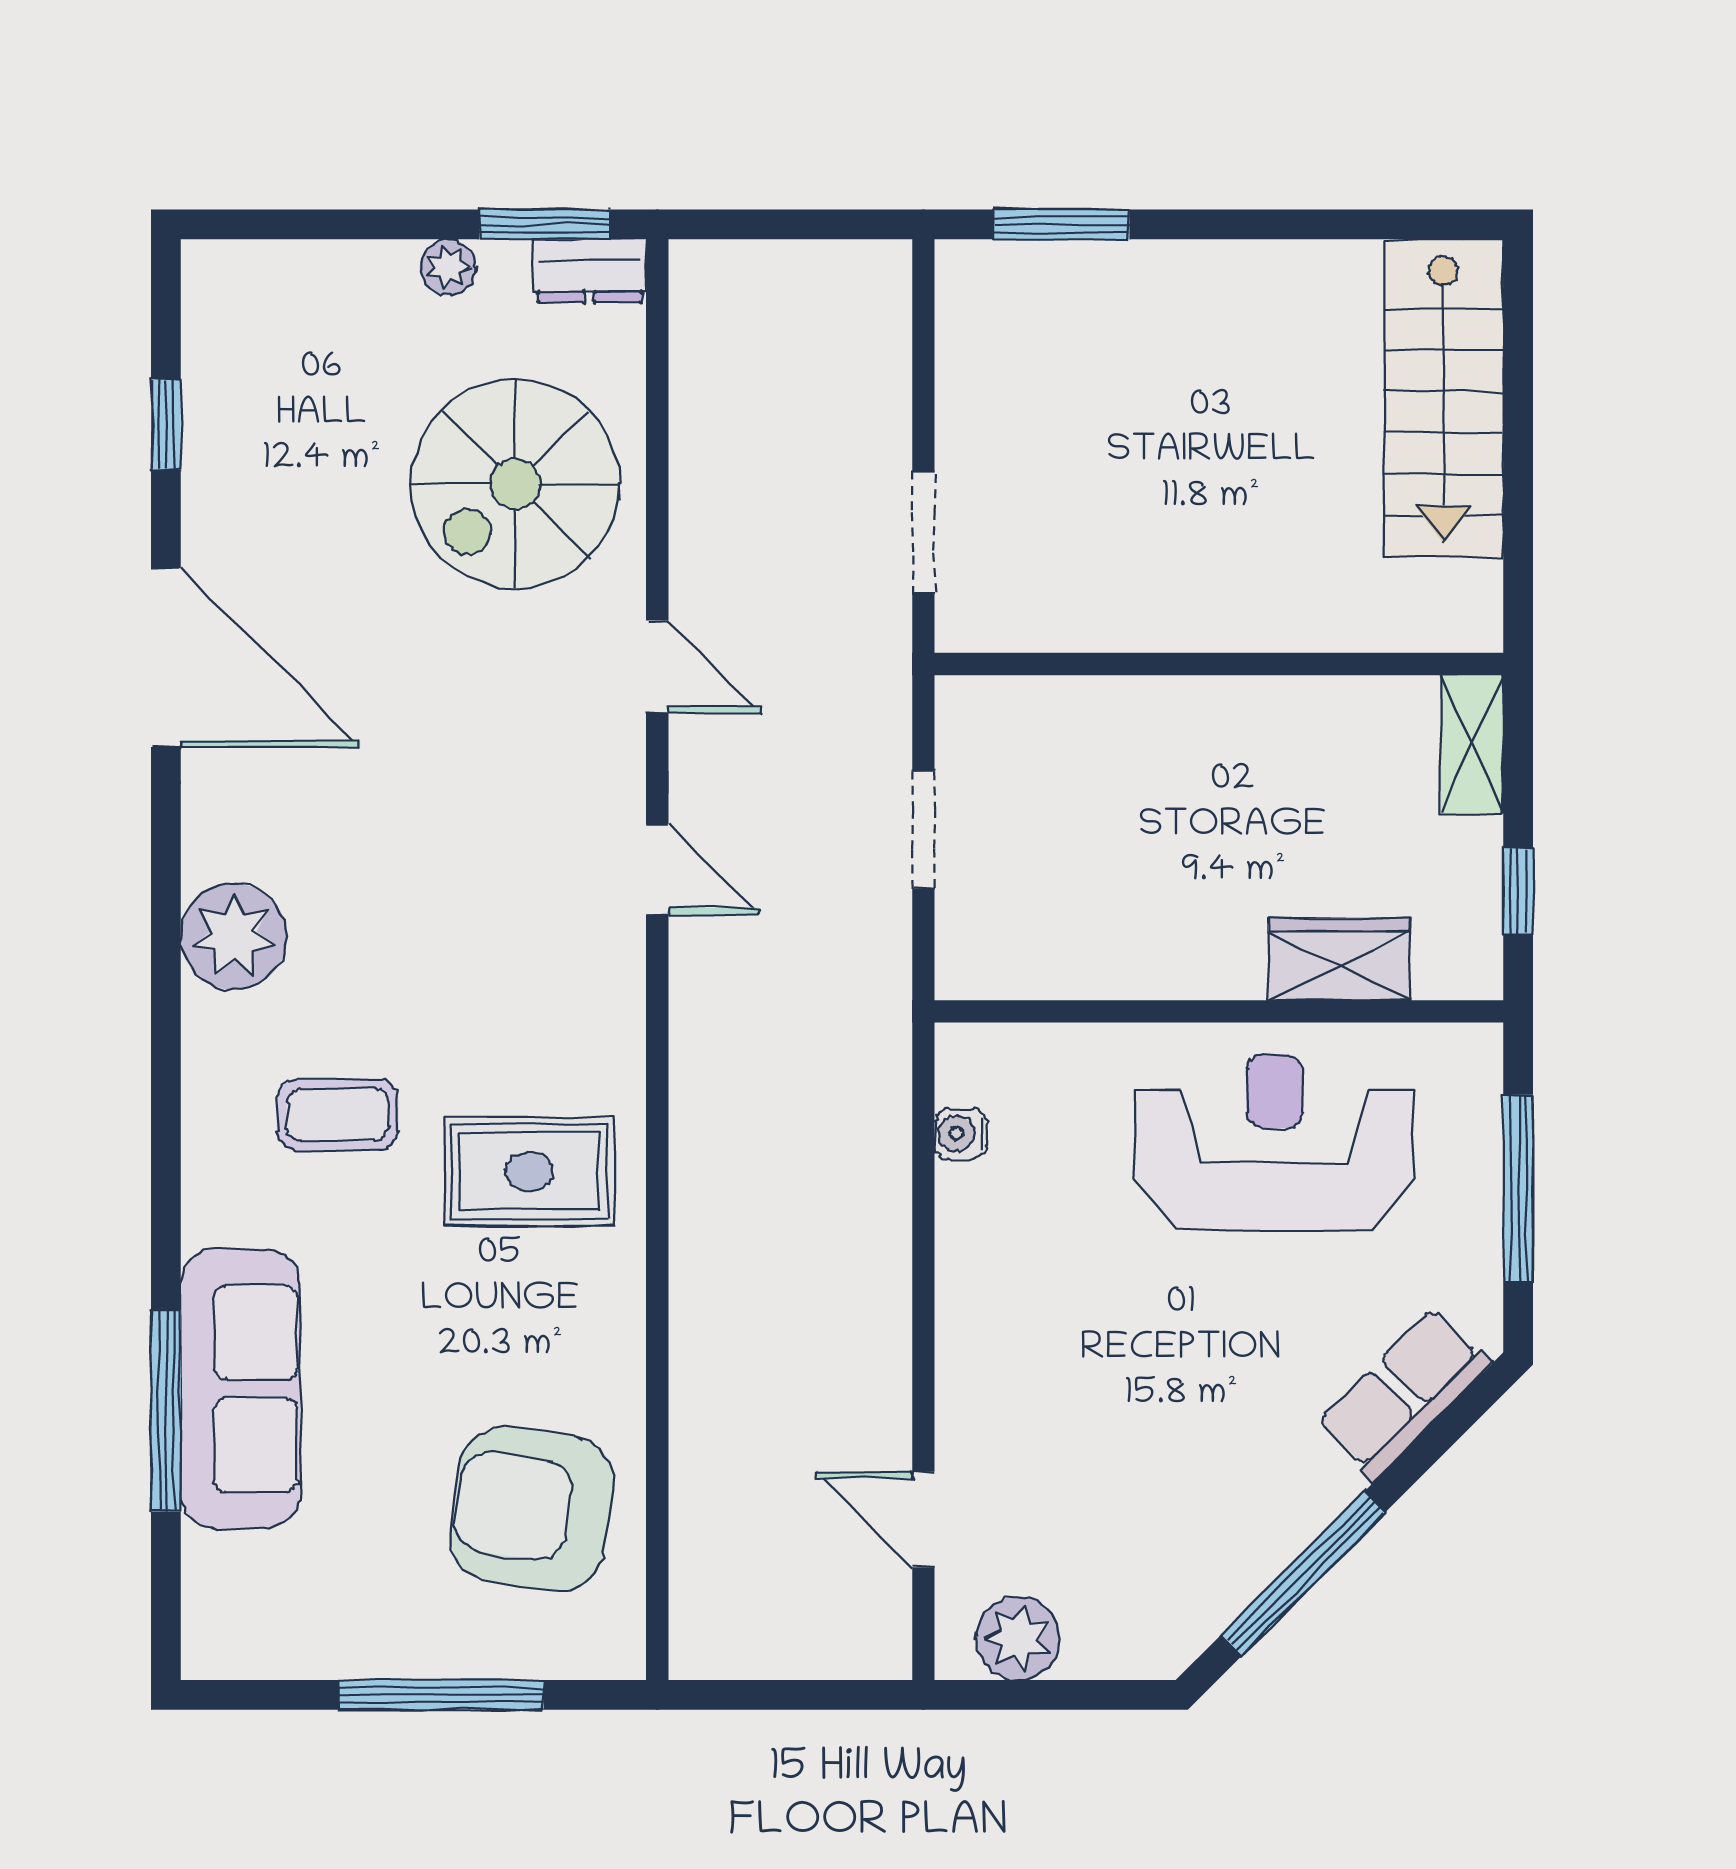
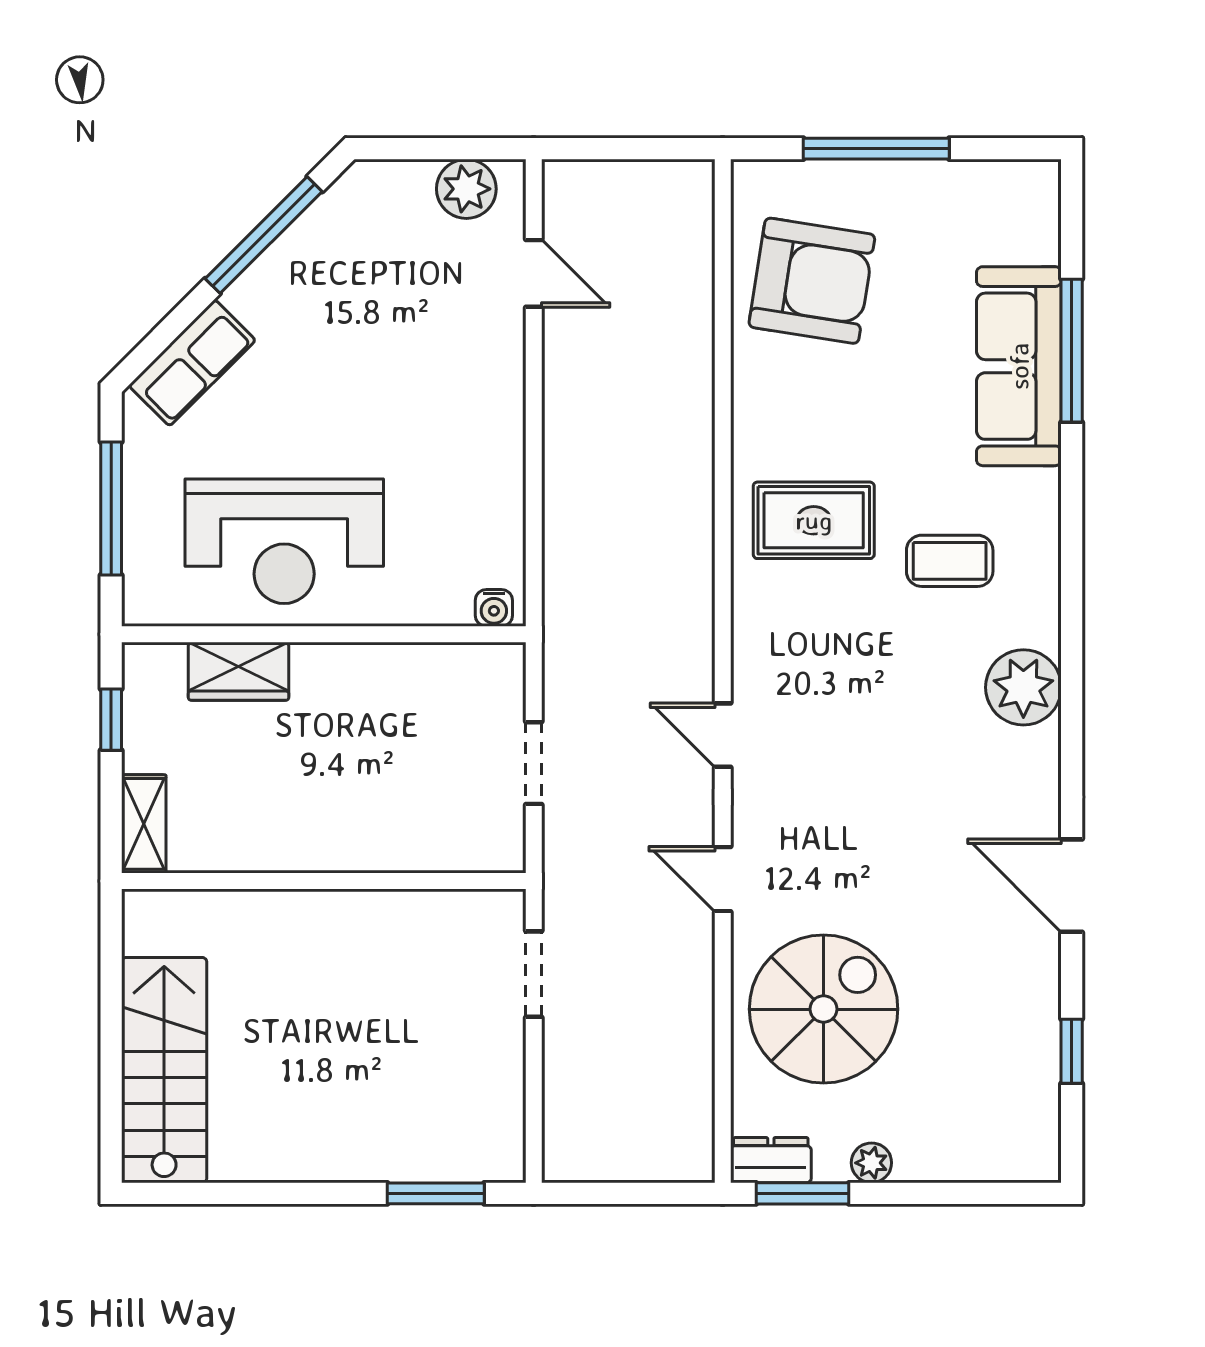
door: (166, 658) -> (1072, 886), width x0.73
water cooler: (960, 1134) -> (494, 608), moved, turned 90

